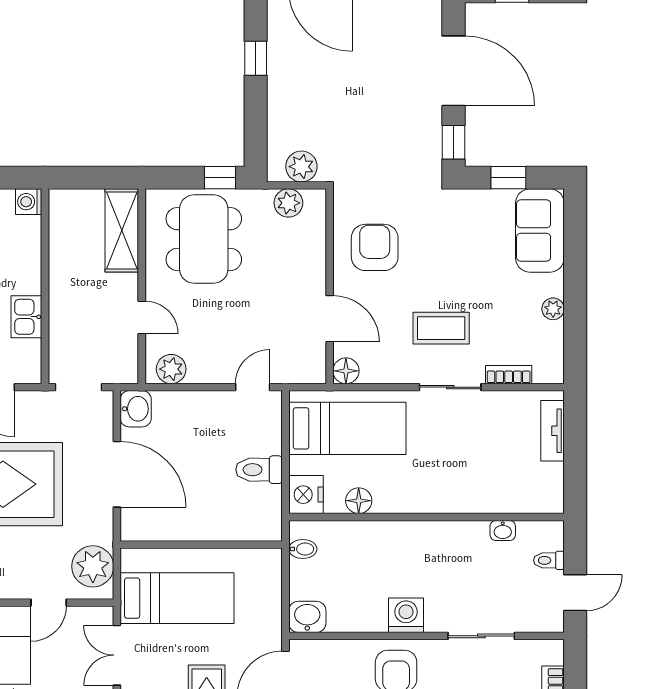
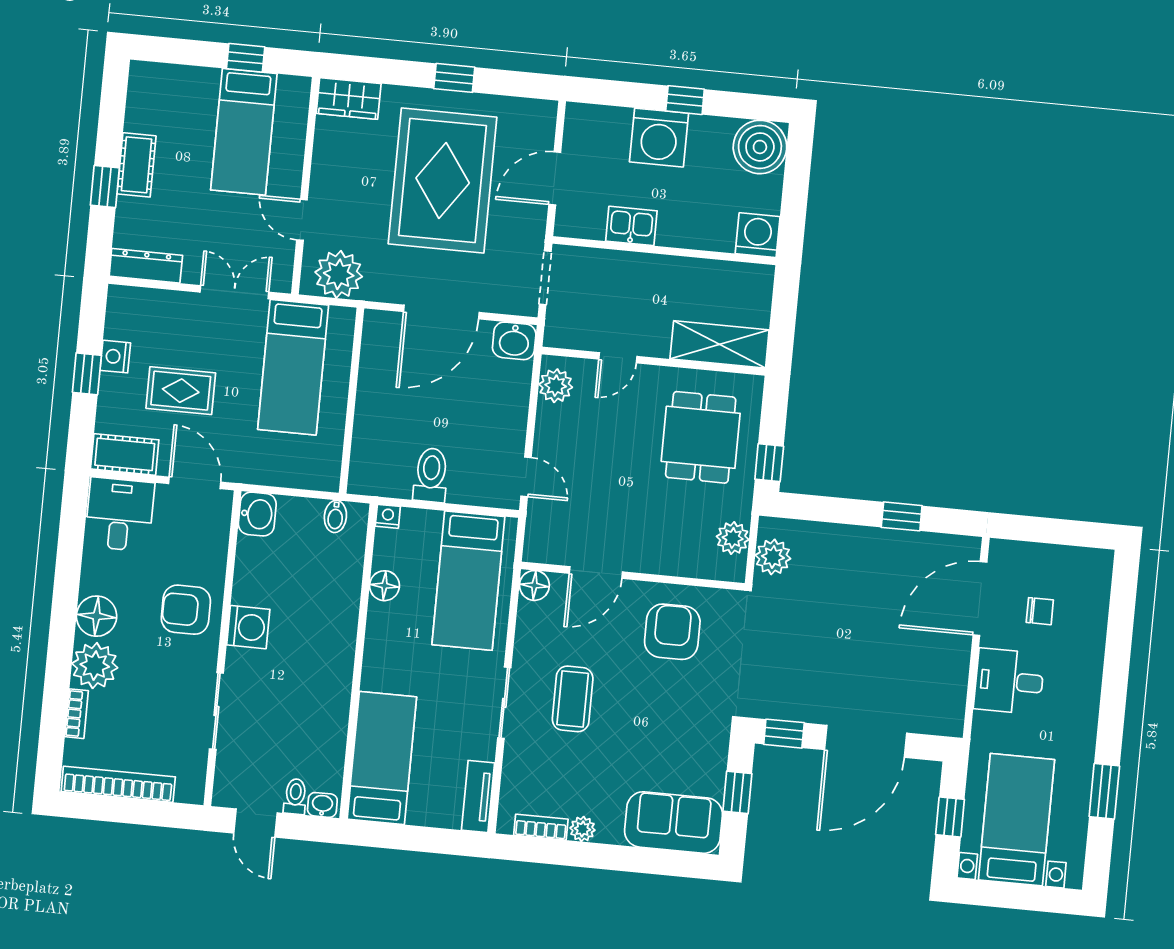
washing machine: (29, 202) -> (758, 235), width x1.38, depth x1.38
dining table: (204, 239) -> (701, 437), width x0.73
armchair: (375, 247) -> (672, 632), turned -90
bookcase: (509, 375) -> (541, 827), moved, turned -90
tv unit: (552, 431) -> (478, 796), moved, turned -90
bed: (508, 489) -> (382, 758), added
nightstand: (306, 495) -> (388, 516), width x0.53, depth x0.56
washbasin: (503, 531) -> (322, 805), moved, turned 90

